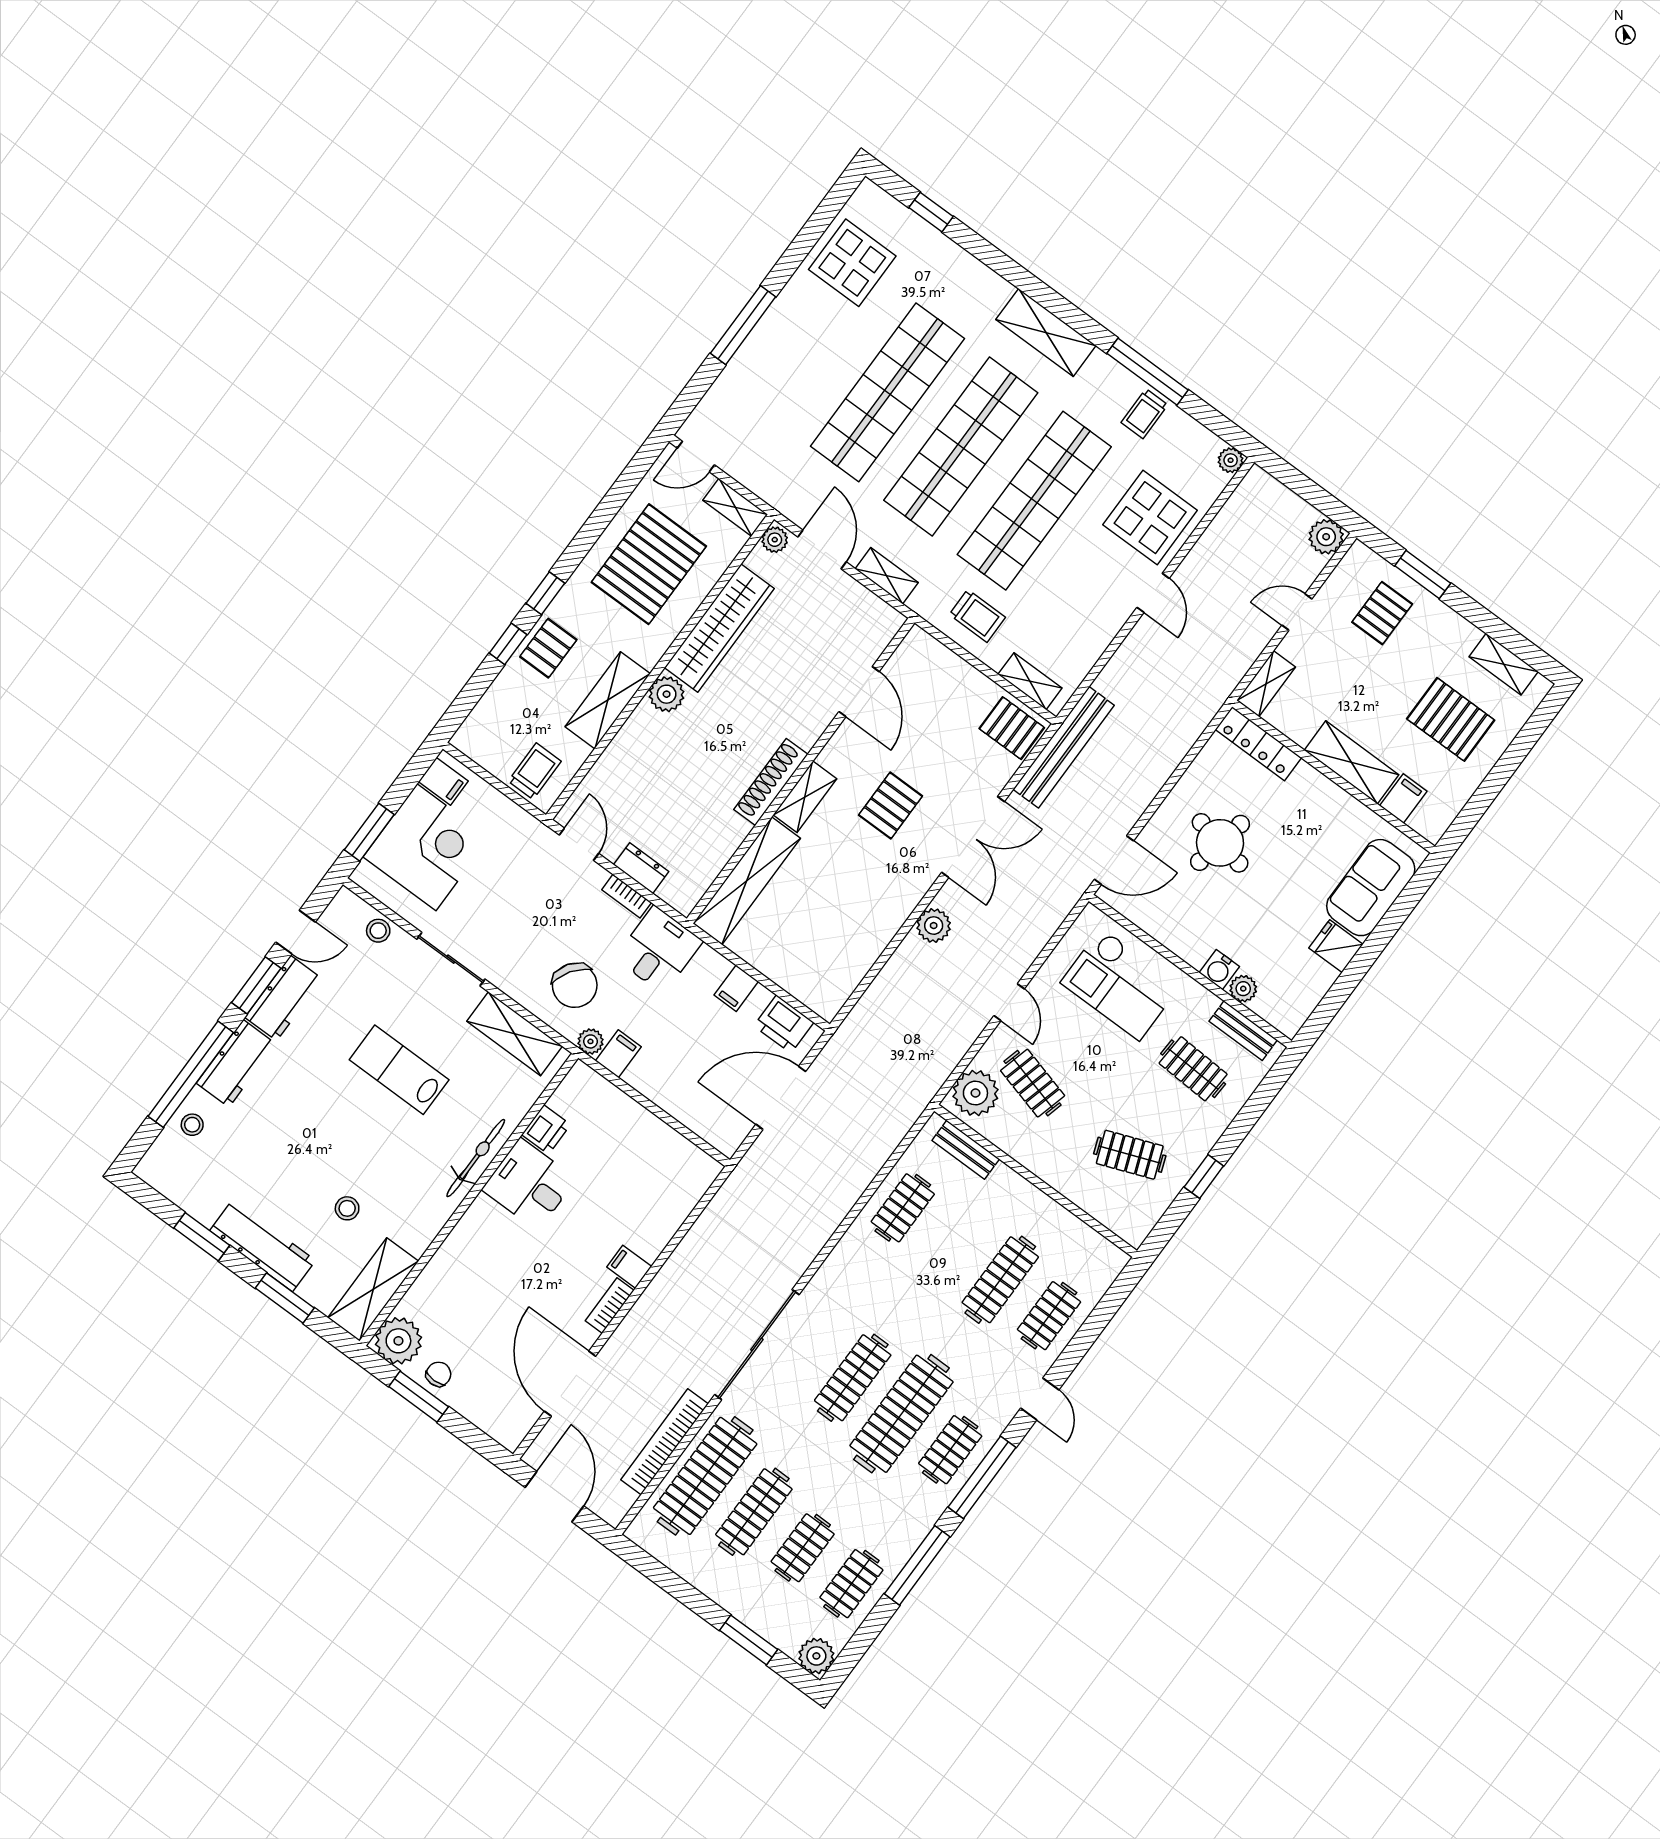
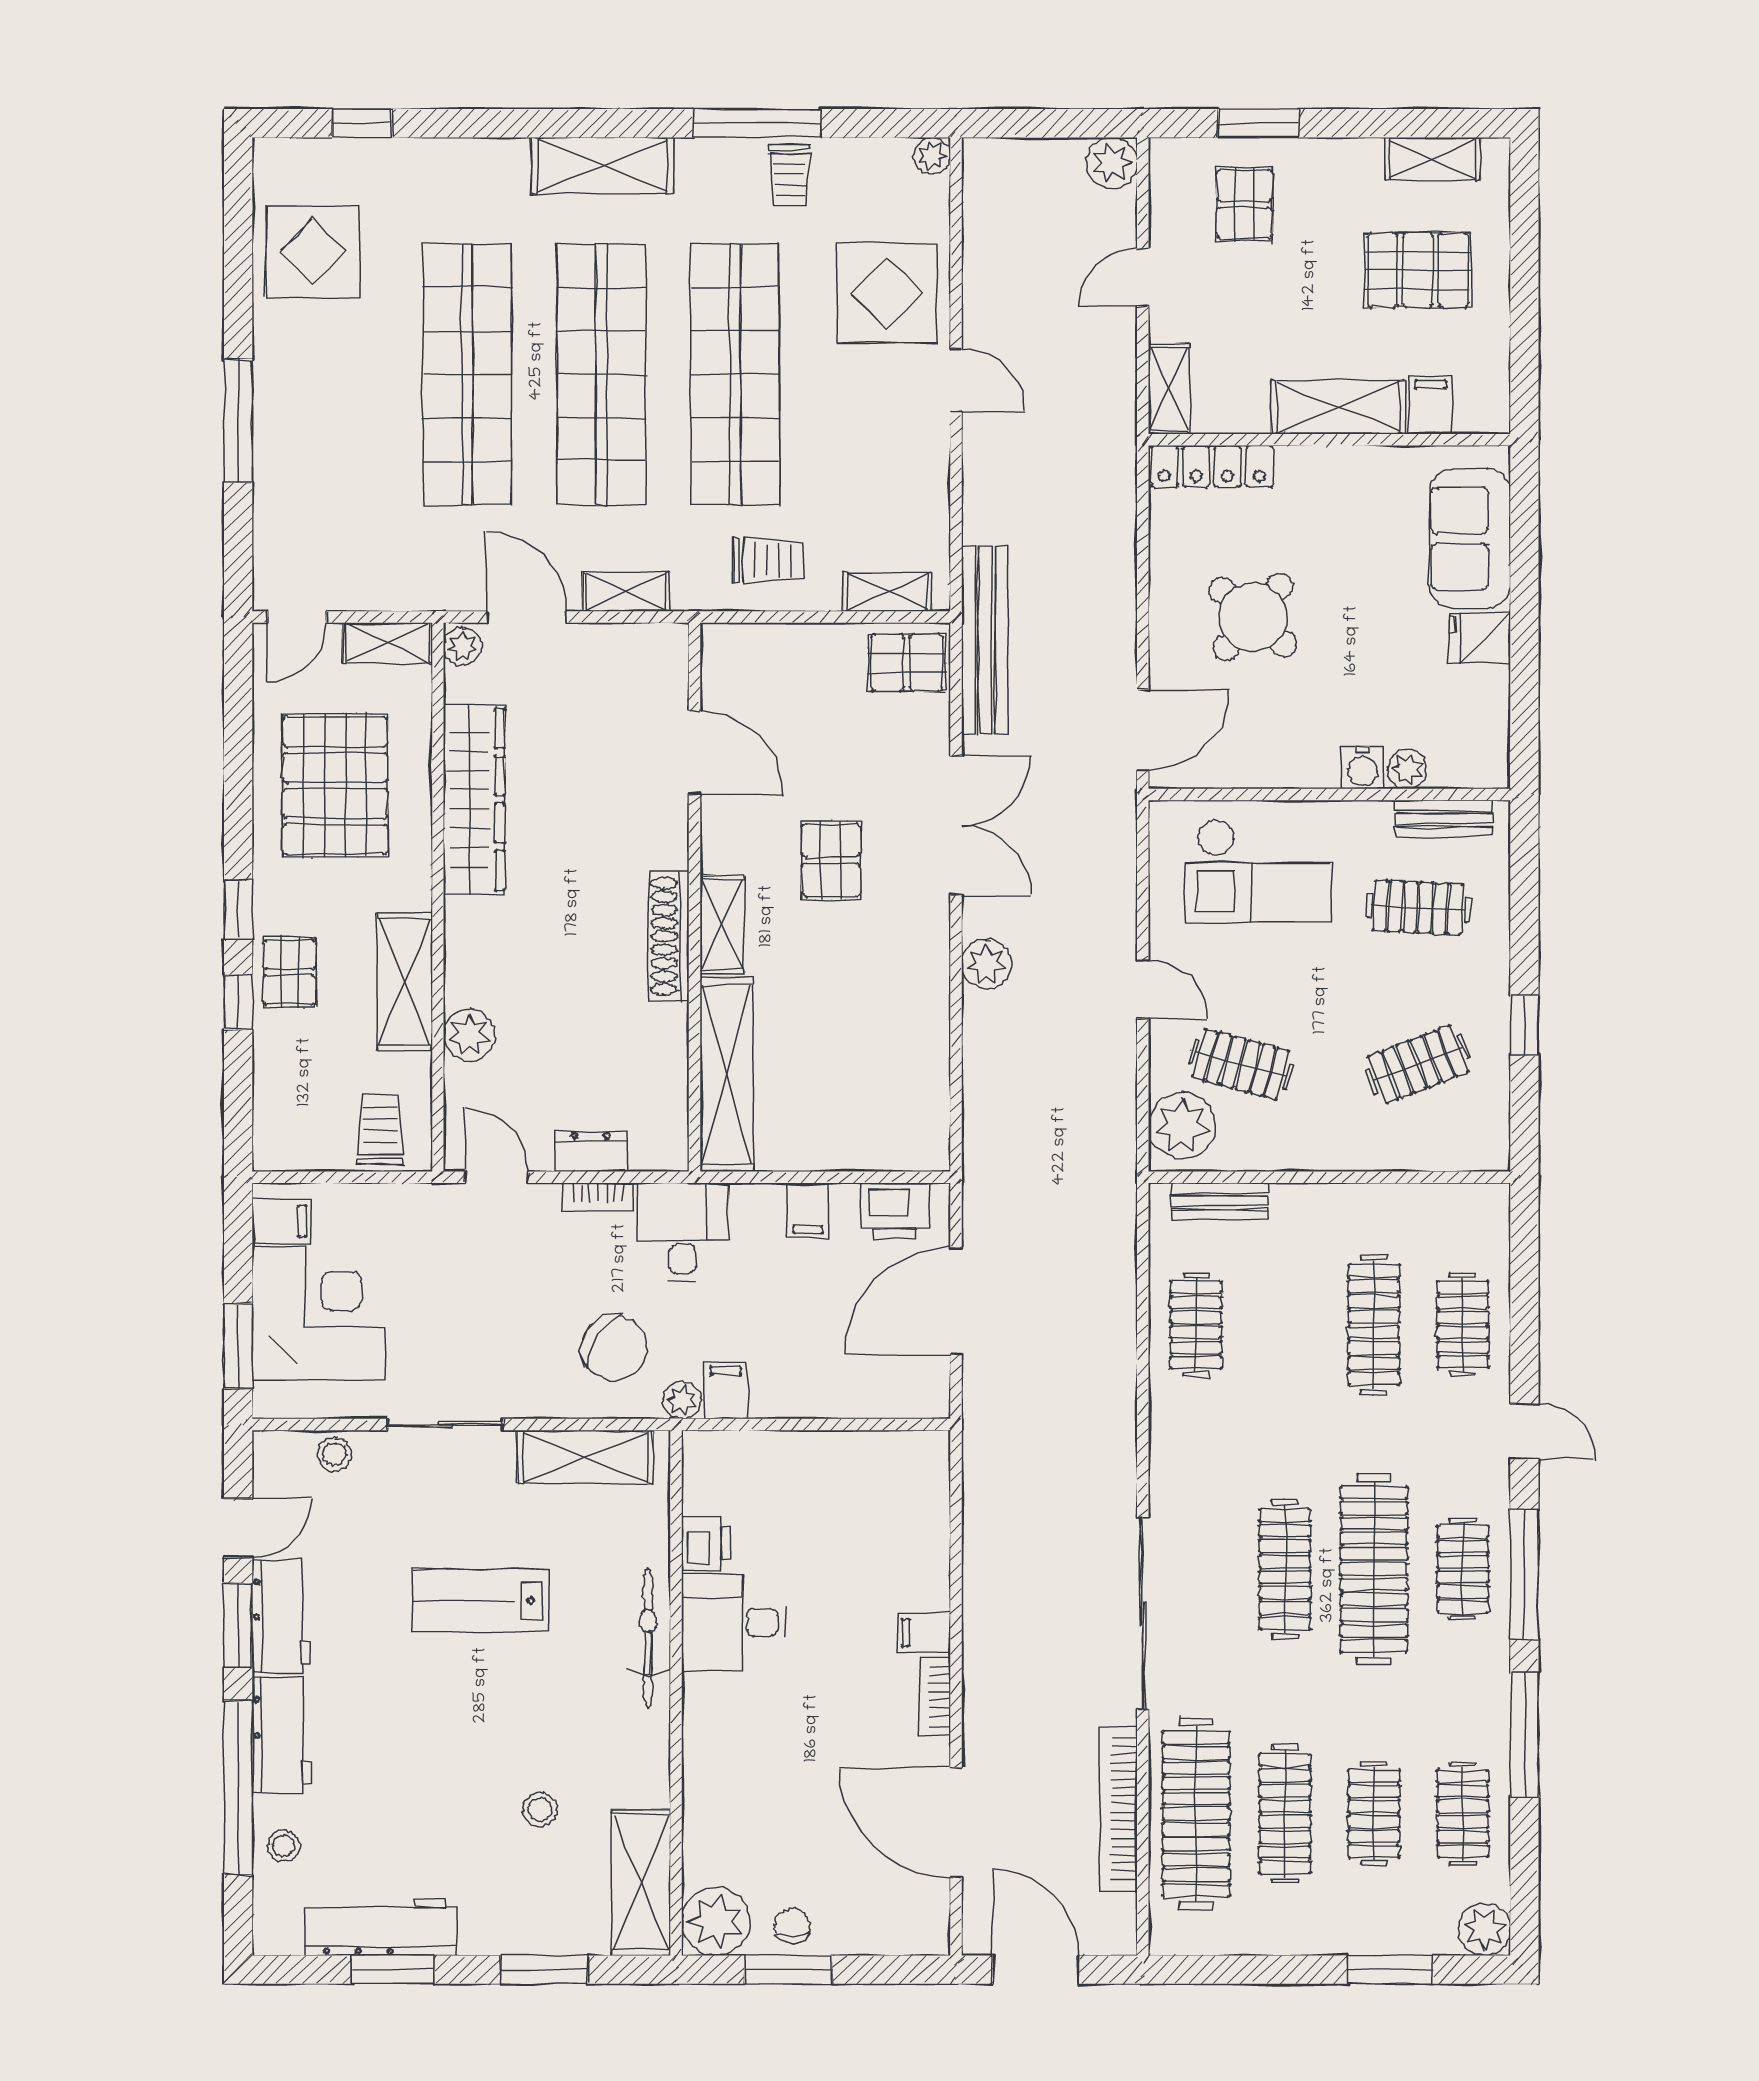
plant: (667, 694) -> (469, 1035), moved
round table: (1220, 843) -> (1253, 617), turned 30
workbench: (263, 1246) -> (381, 1927), moved

